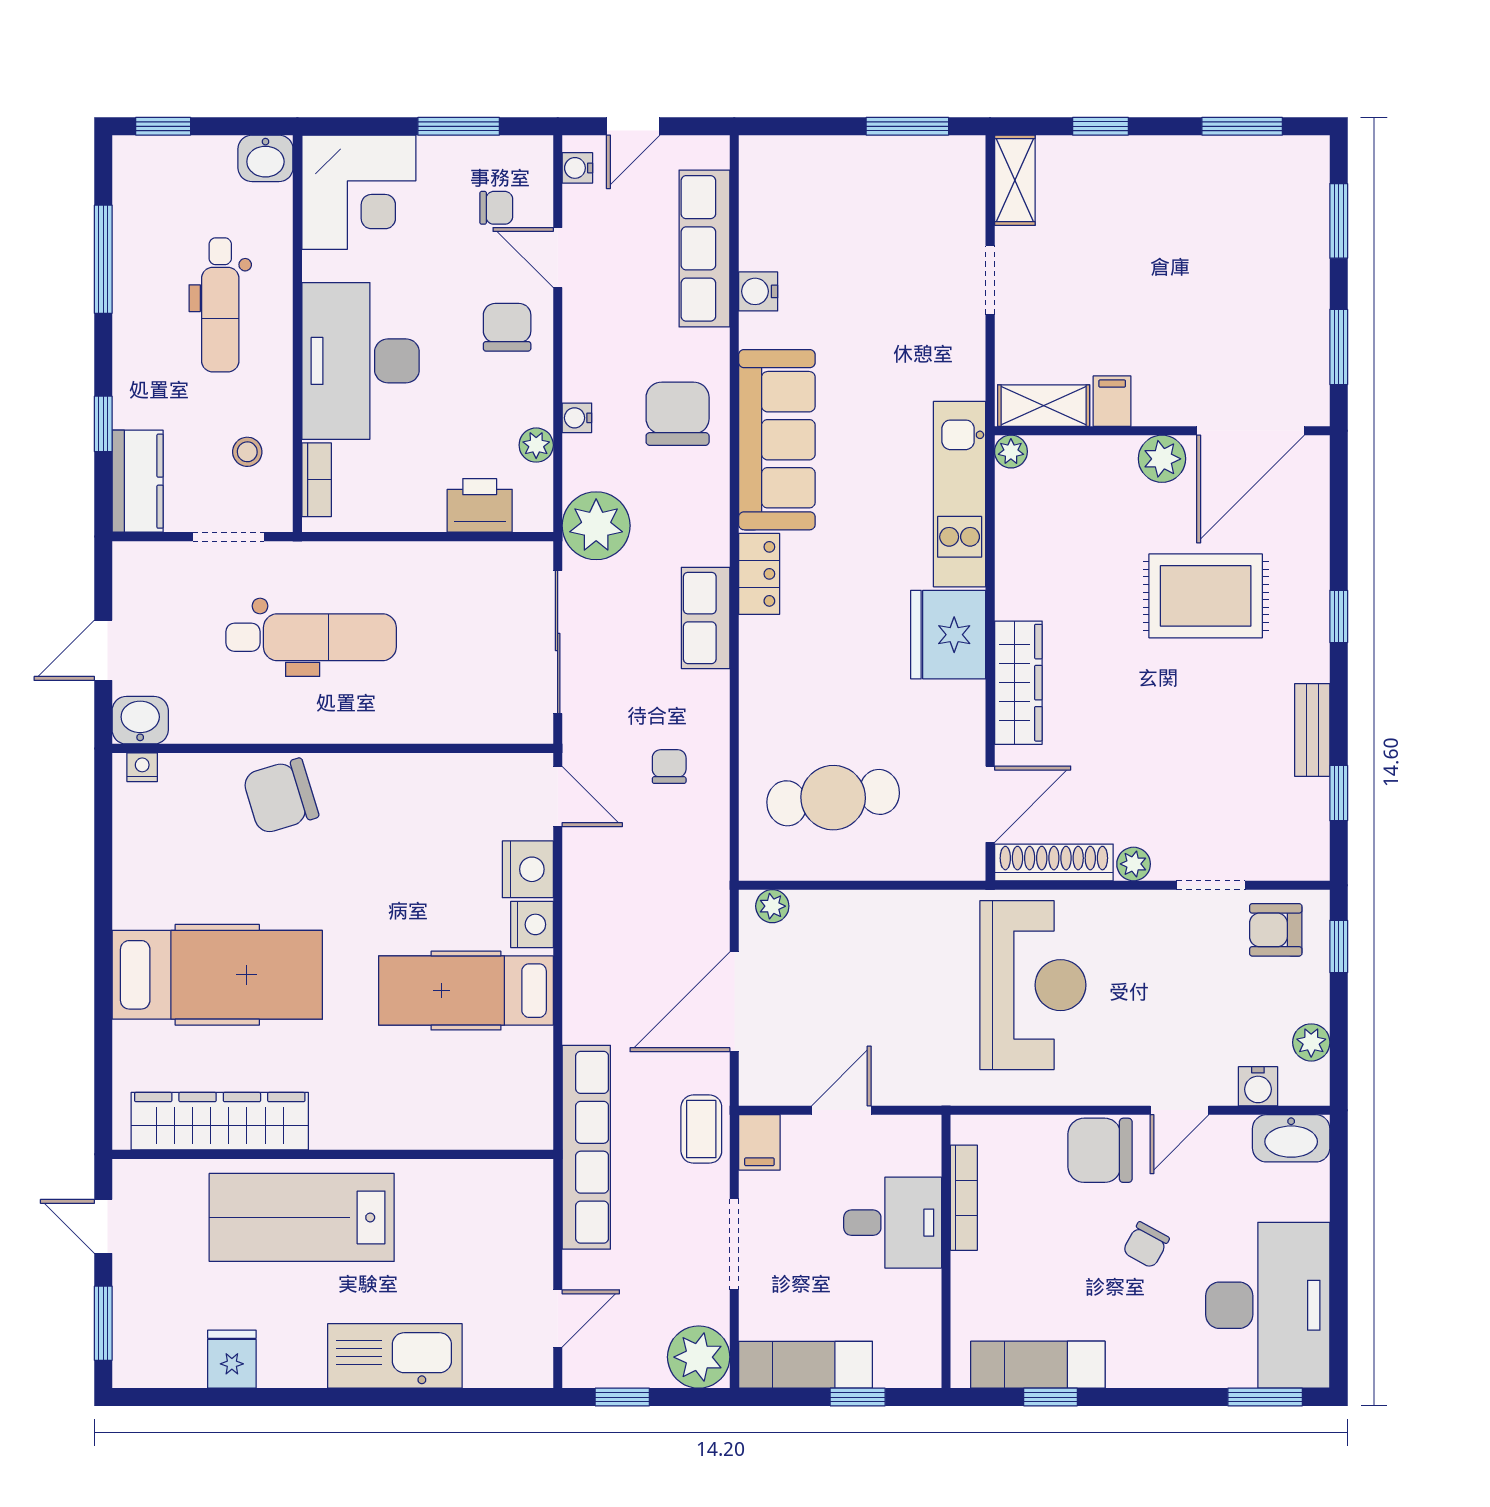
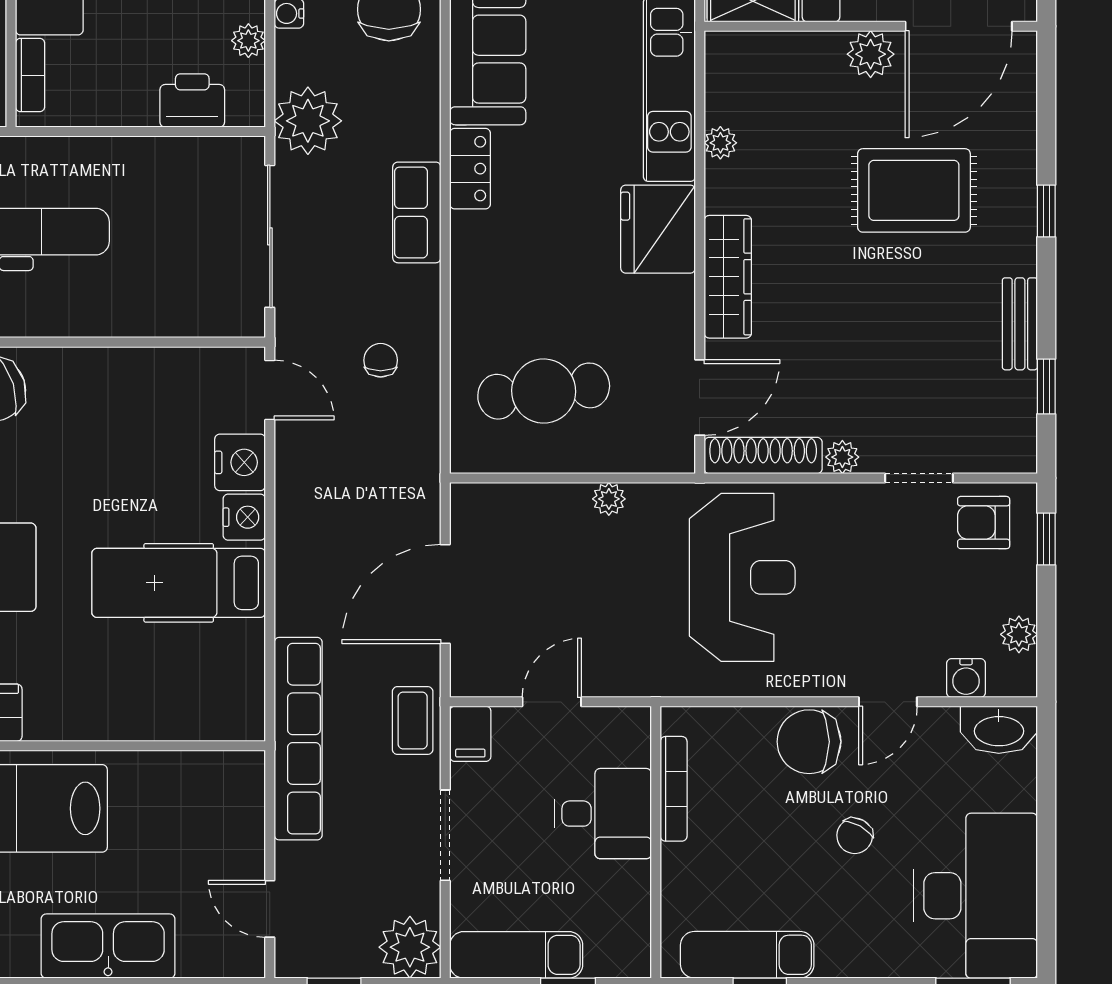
plant: (1011, 452) -> (720, 143), moved
plant: (772, 906) -> (609, 499), moved
door: (558, 1318) -> (270, 909), swing flipped

